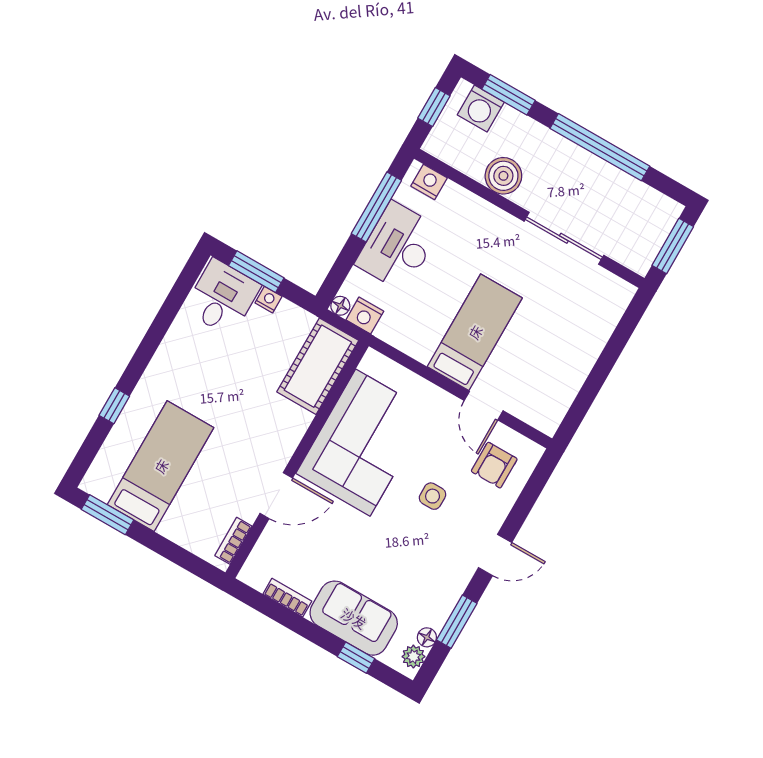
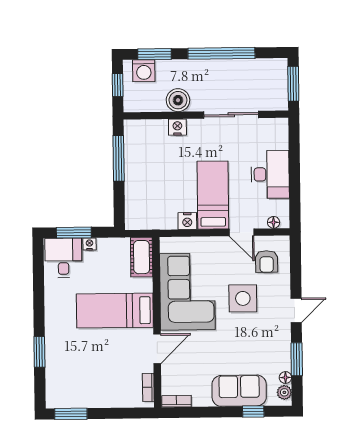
nightstand: (429, 182) -> (177, 127), moved
desk: (398, 246) -> (270, 174), moved, turned 180
floor lamp: (340, 306) -> (274, 222), moved
nightstand: (365, 316) -> (187, 221), moved
cot: (318, 366) -> (142, 257), width x0.73, depth x0.75
window: (114, 406) -> (39, 352), width x1.50
bed: (161, 466) -> (115, 311), moved, turned -90
side table: (433, 496) -> (243, 298), width x1.87, depth x1.87
bookcase: (287, 598) -> (176, 401), moved

